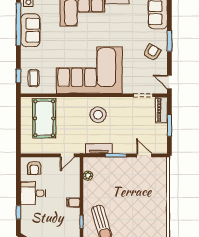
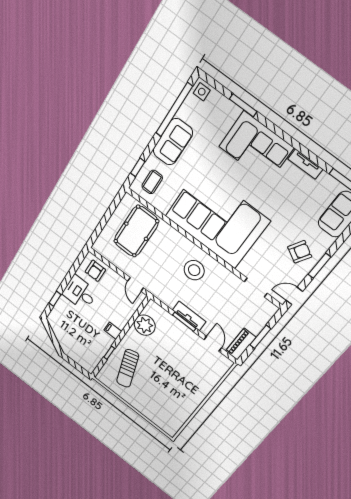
sofa: (30, 30) -> (173, 142), moved
window: (169, 41) -> (319, 266), moved
door: (169, 82) -> (294, 296), hinge flipped
piano: (161, 110) -> (241, 344), moved
tv unit: (99, 149) -> (189, 316), moved
door: (67, 155) -> (136, 284), hinge flipped
plant: (88, 176) -> (145, 325), width x1.88, depth x1.88

